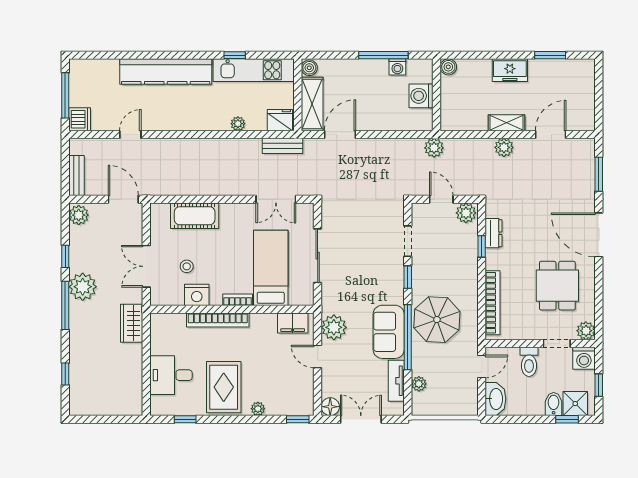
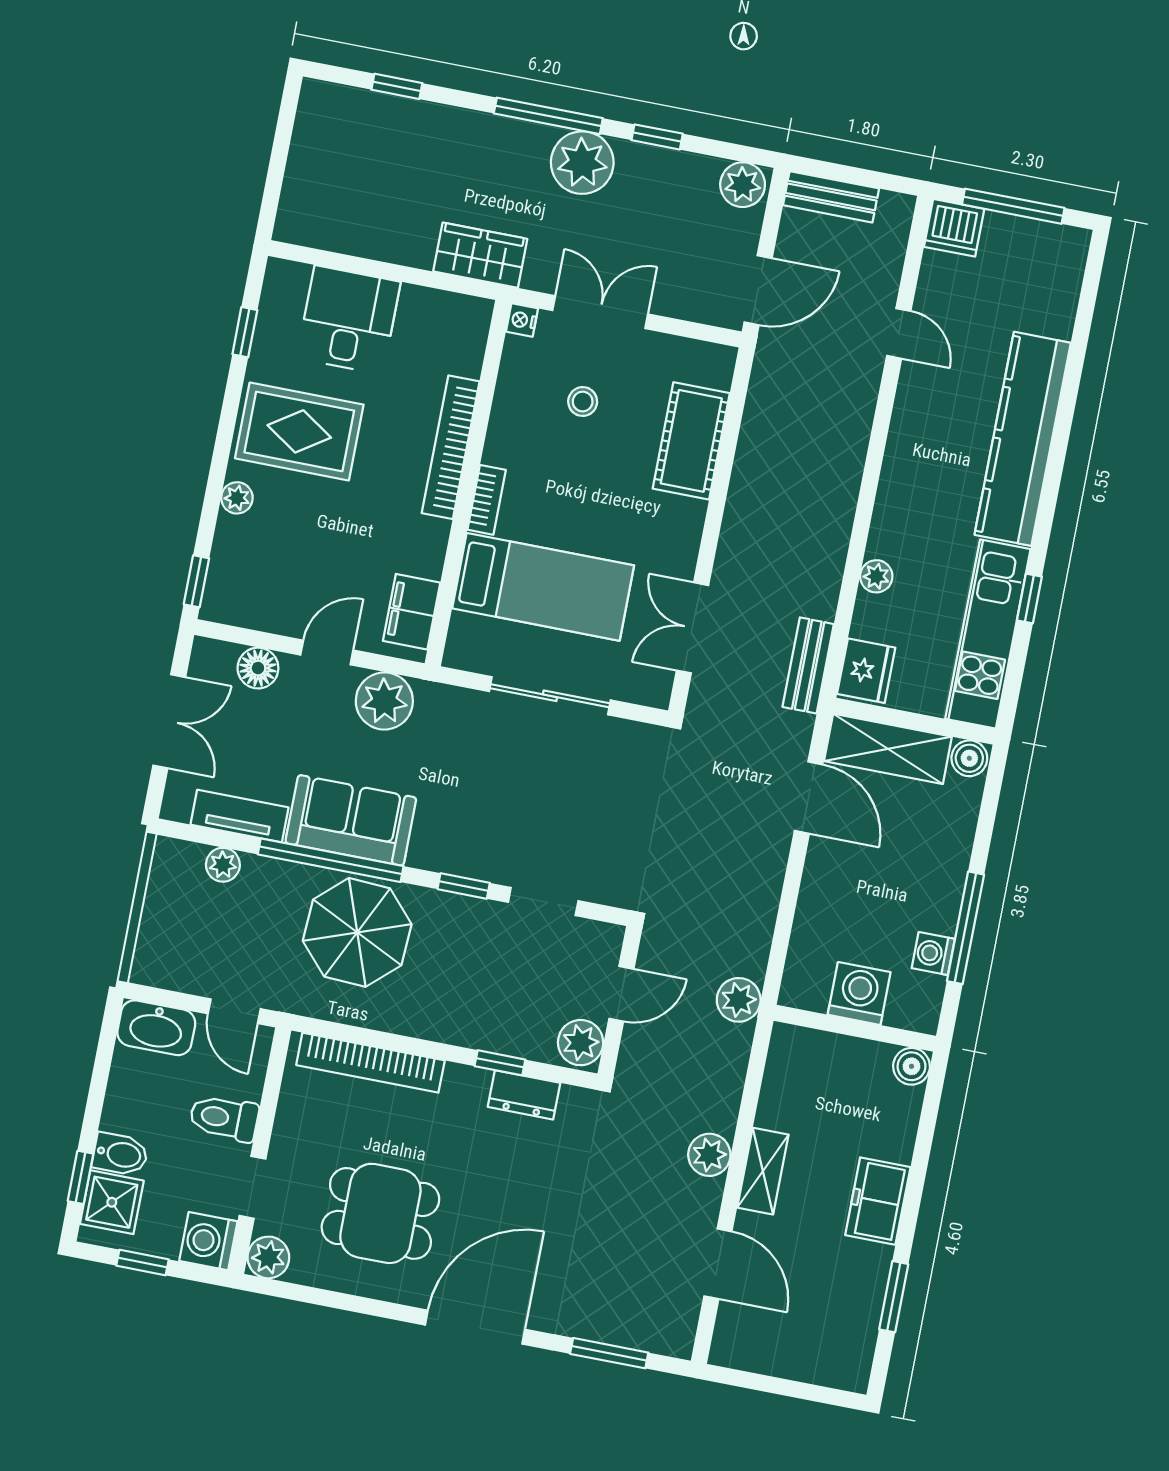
nightstand: (197, 295) -> (522, 320), moved, width x0.53, depth x0.56
floor lamp: (330, 407) -> (258, 668), moved

